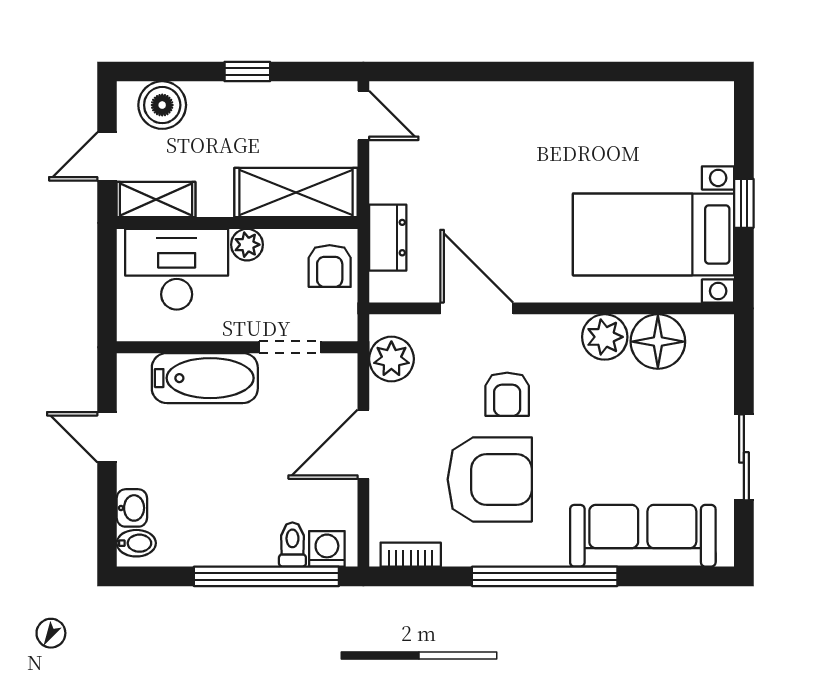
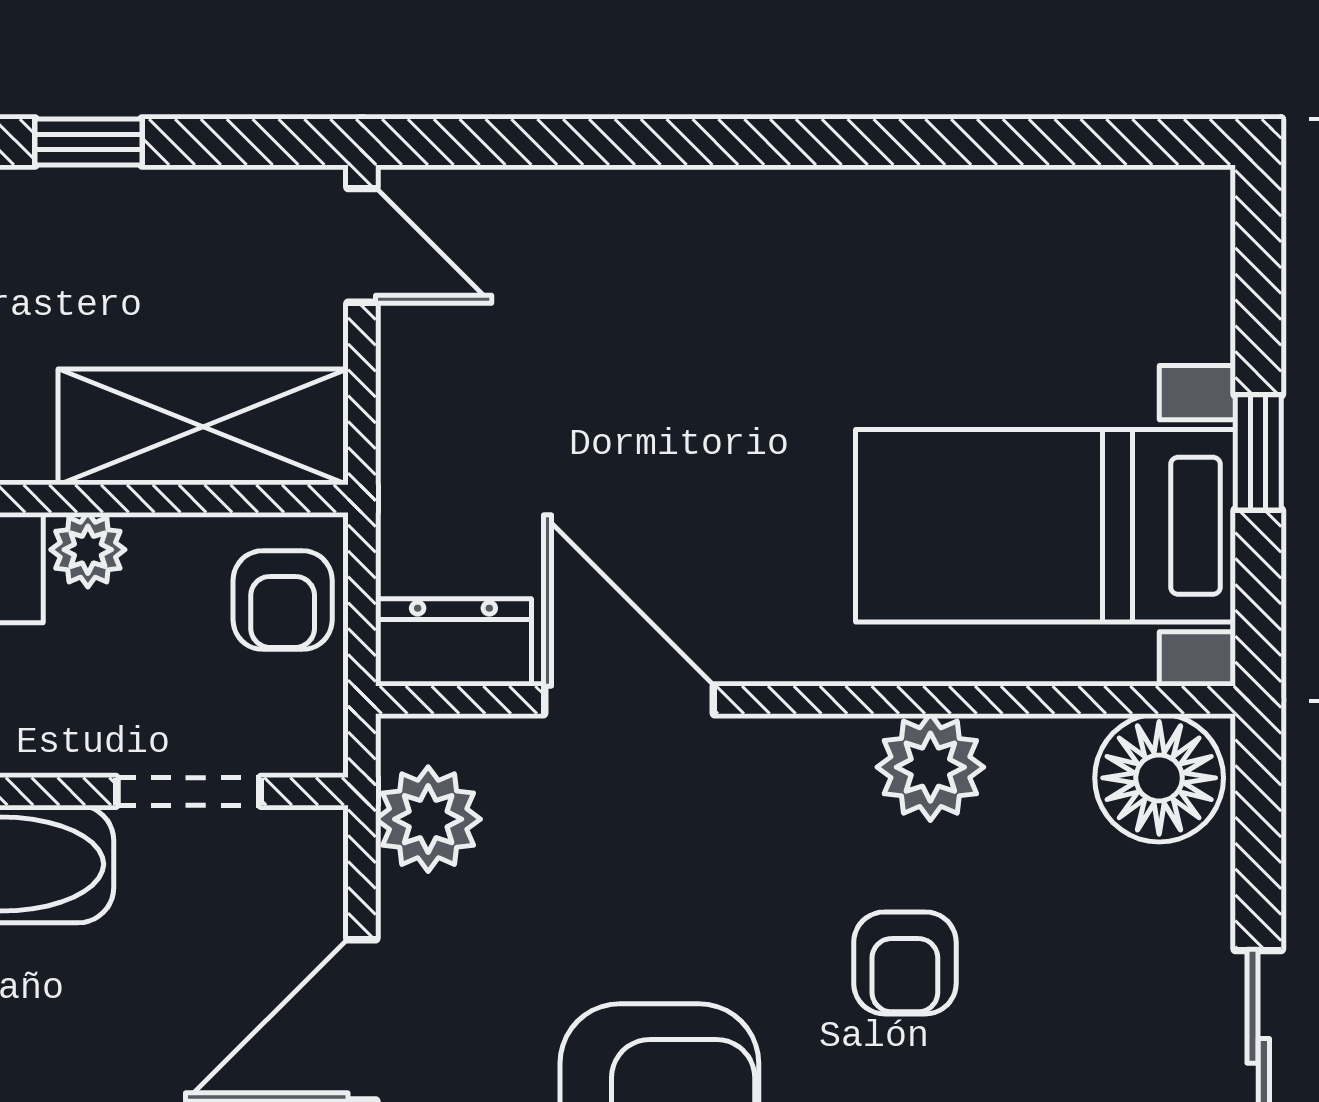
dresser: (388, 238) -> (453, 642), moved, turned -90
floor lamp: (658, 342) -> (1159, 778), moved
armchair: (507, 394) -> (905, 963), moved

